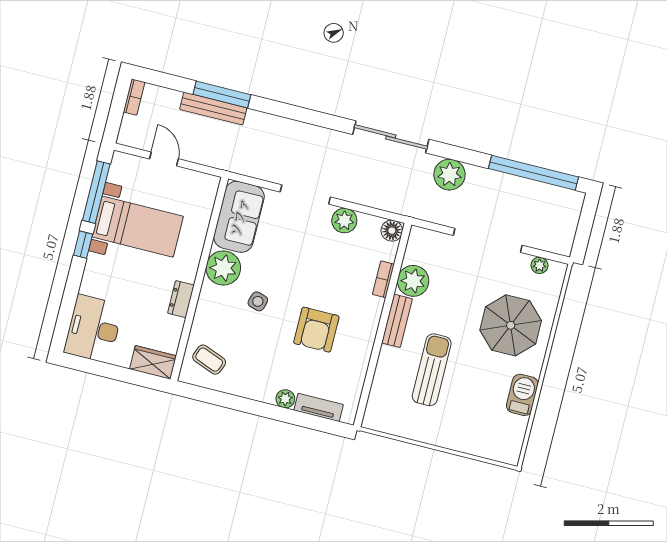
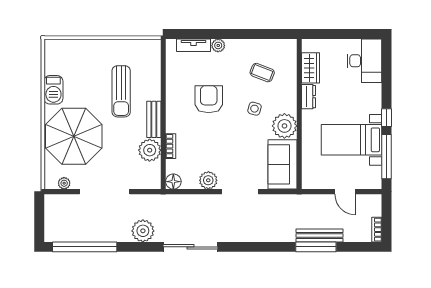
parasol: (511, 325) -> (74, 136), width x1.36, depth x1.36
coffee table: (209, 360) -> (262, 73), moved
wardrobe: (153, 362) -> (311, 68), moved, turned -90

